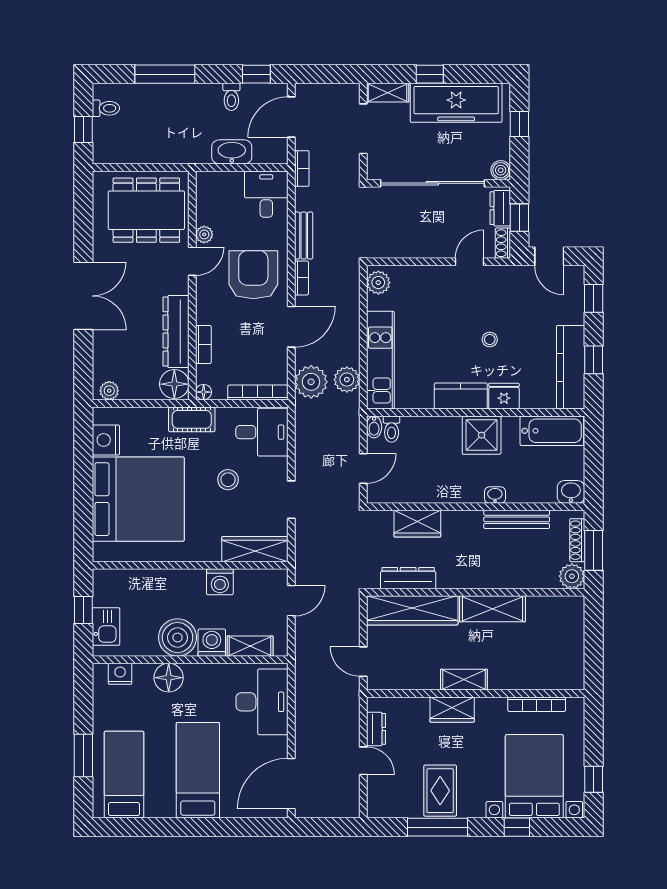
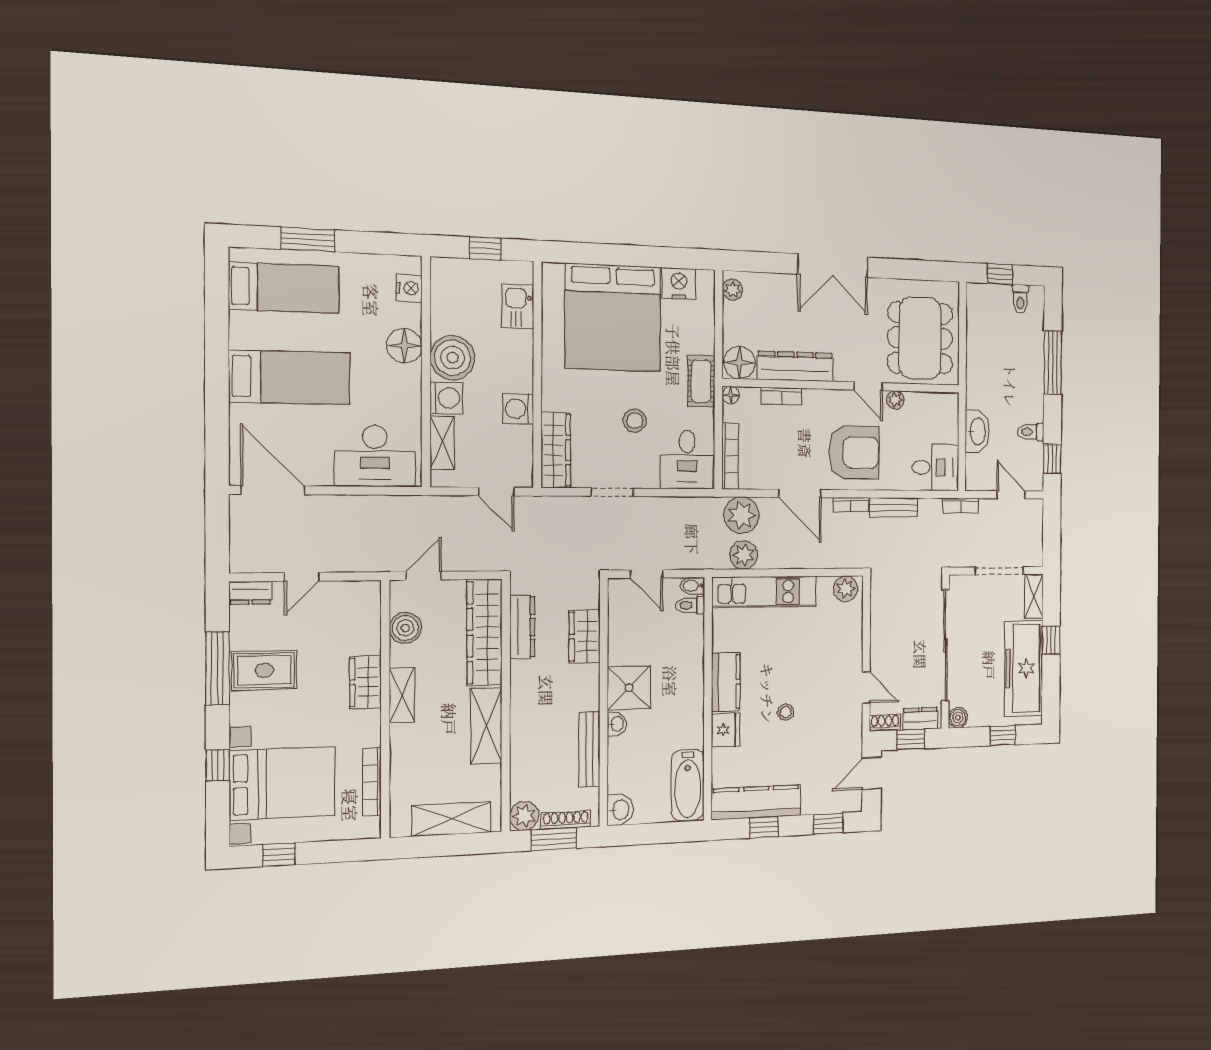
door: (291, 117) -> (1011, 495), width x0.73
shower: (482, 435) -> (629, 688), moved
kitchen sink: (106, 626) -> (518, 307), moved, turned 90
shelving: (571, 638) -> (452, 819), added
boiler: (407, 677) -> (405, 628), added
dresser: (376, 729) -> (250, 593), moved

